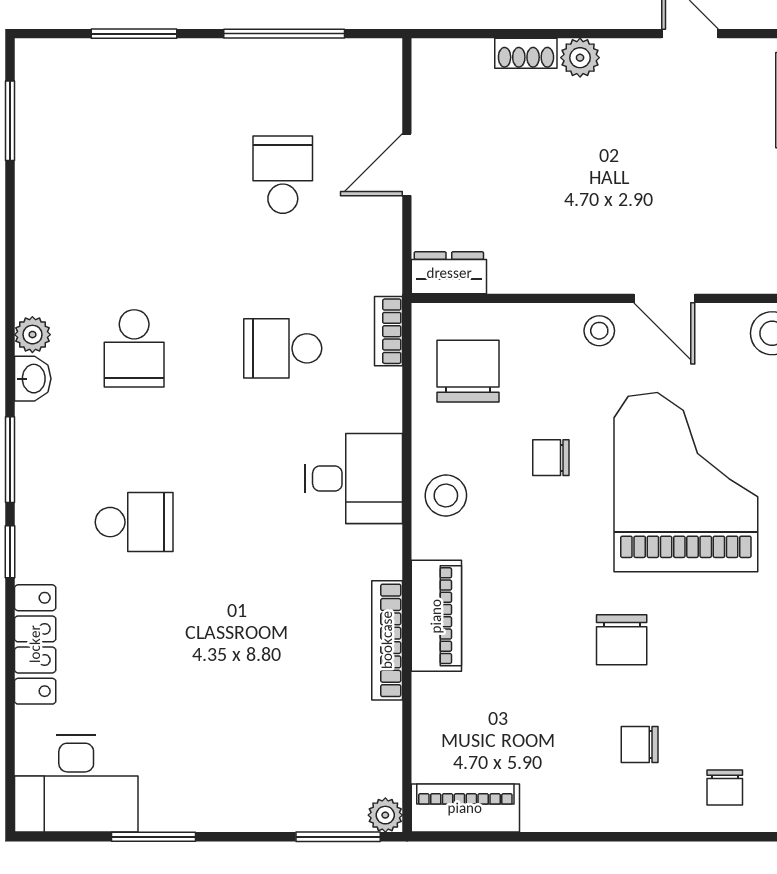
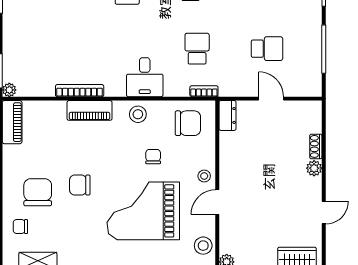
grand piano: (686, 482) -> (143, 211), turned 180
chair: (640, 744) -> (38, 192), width x1.87, depth x1.87

